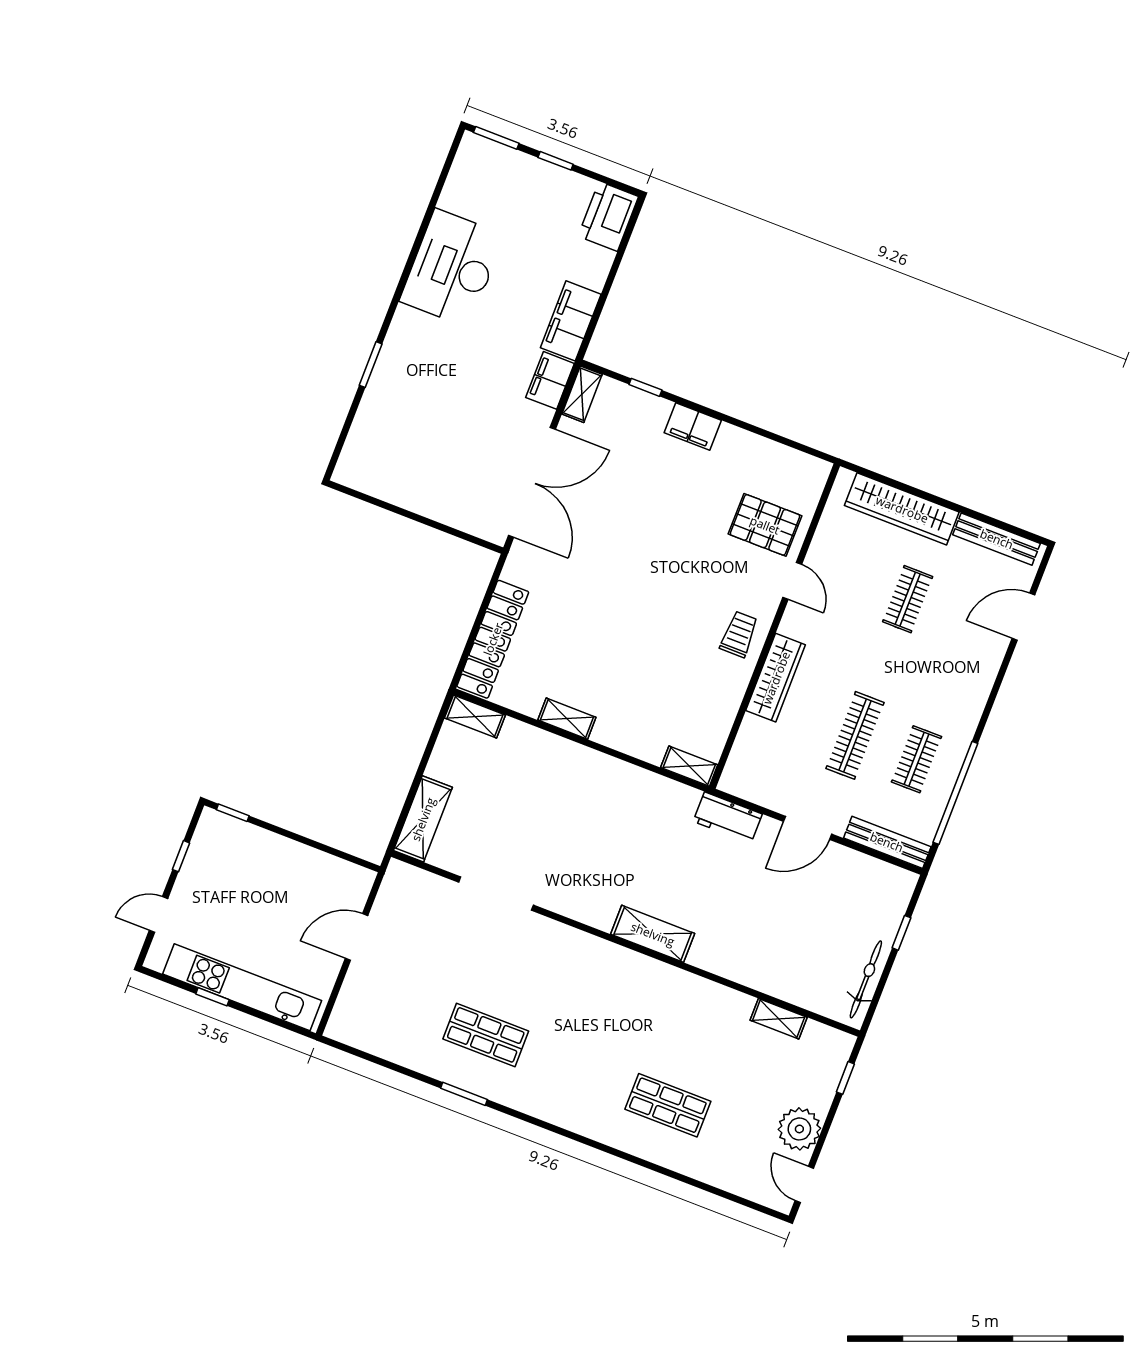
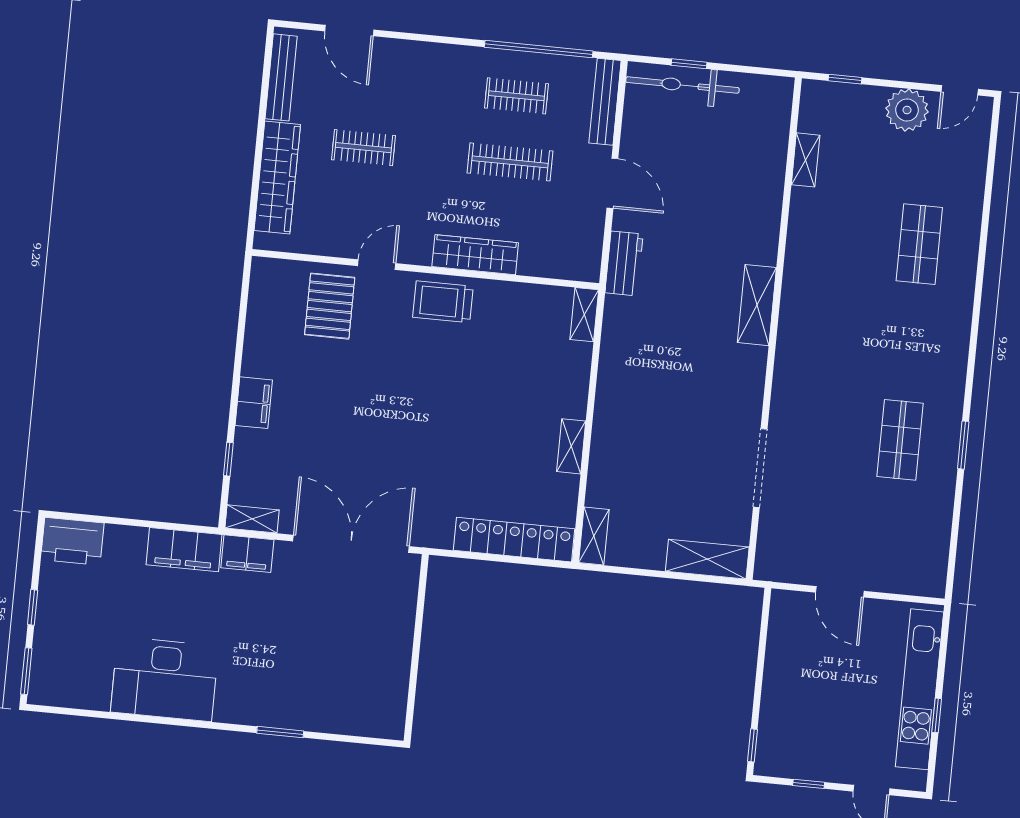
trolley: (739, 634) -> (443, 302), width x1.36, depth x1.39
bicycle: (866, 979) -> (682, 85), moved, width x1.37, depth x1.40

